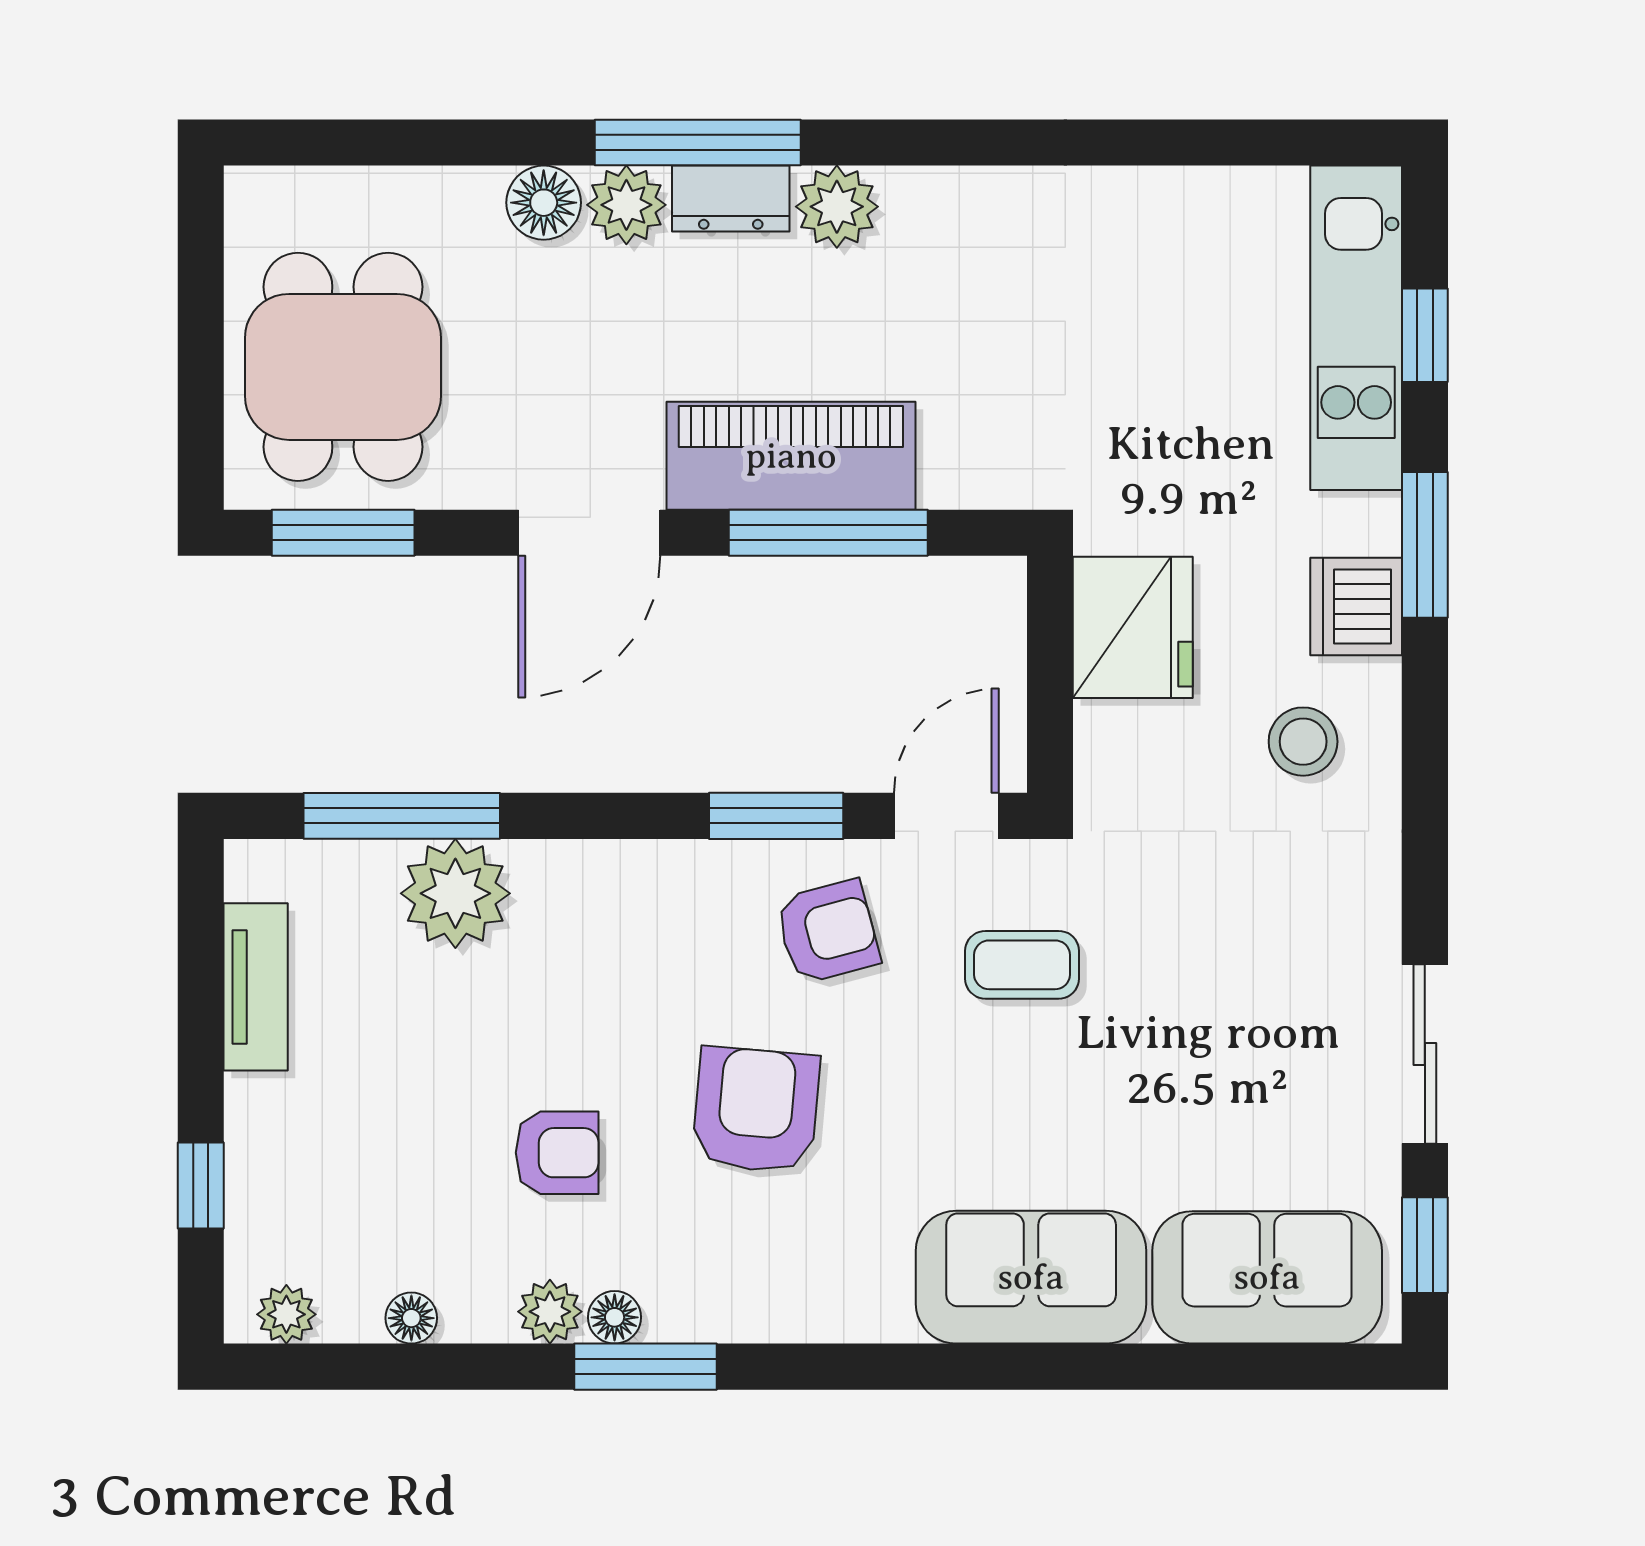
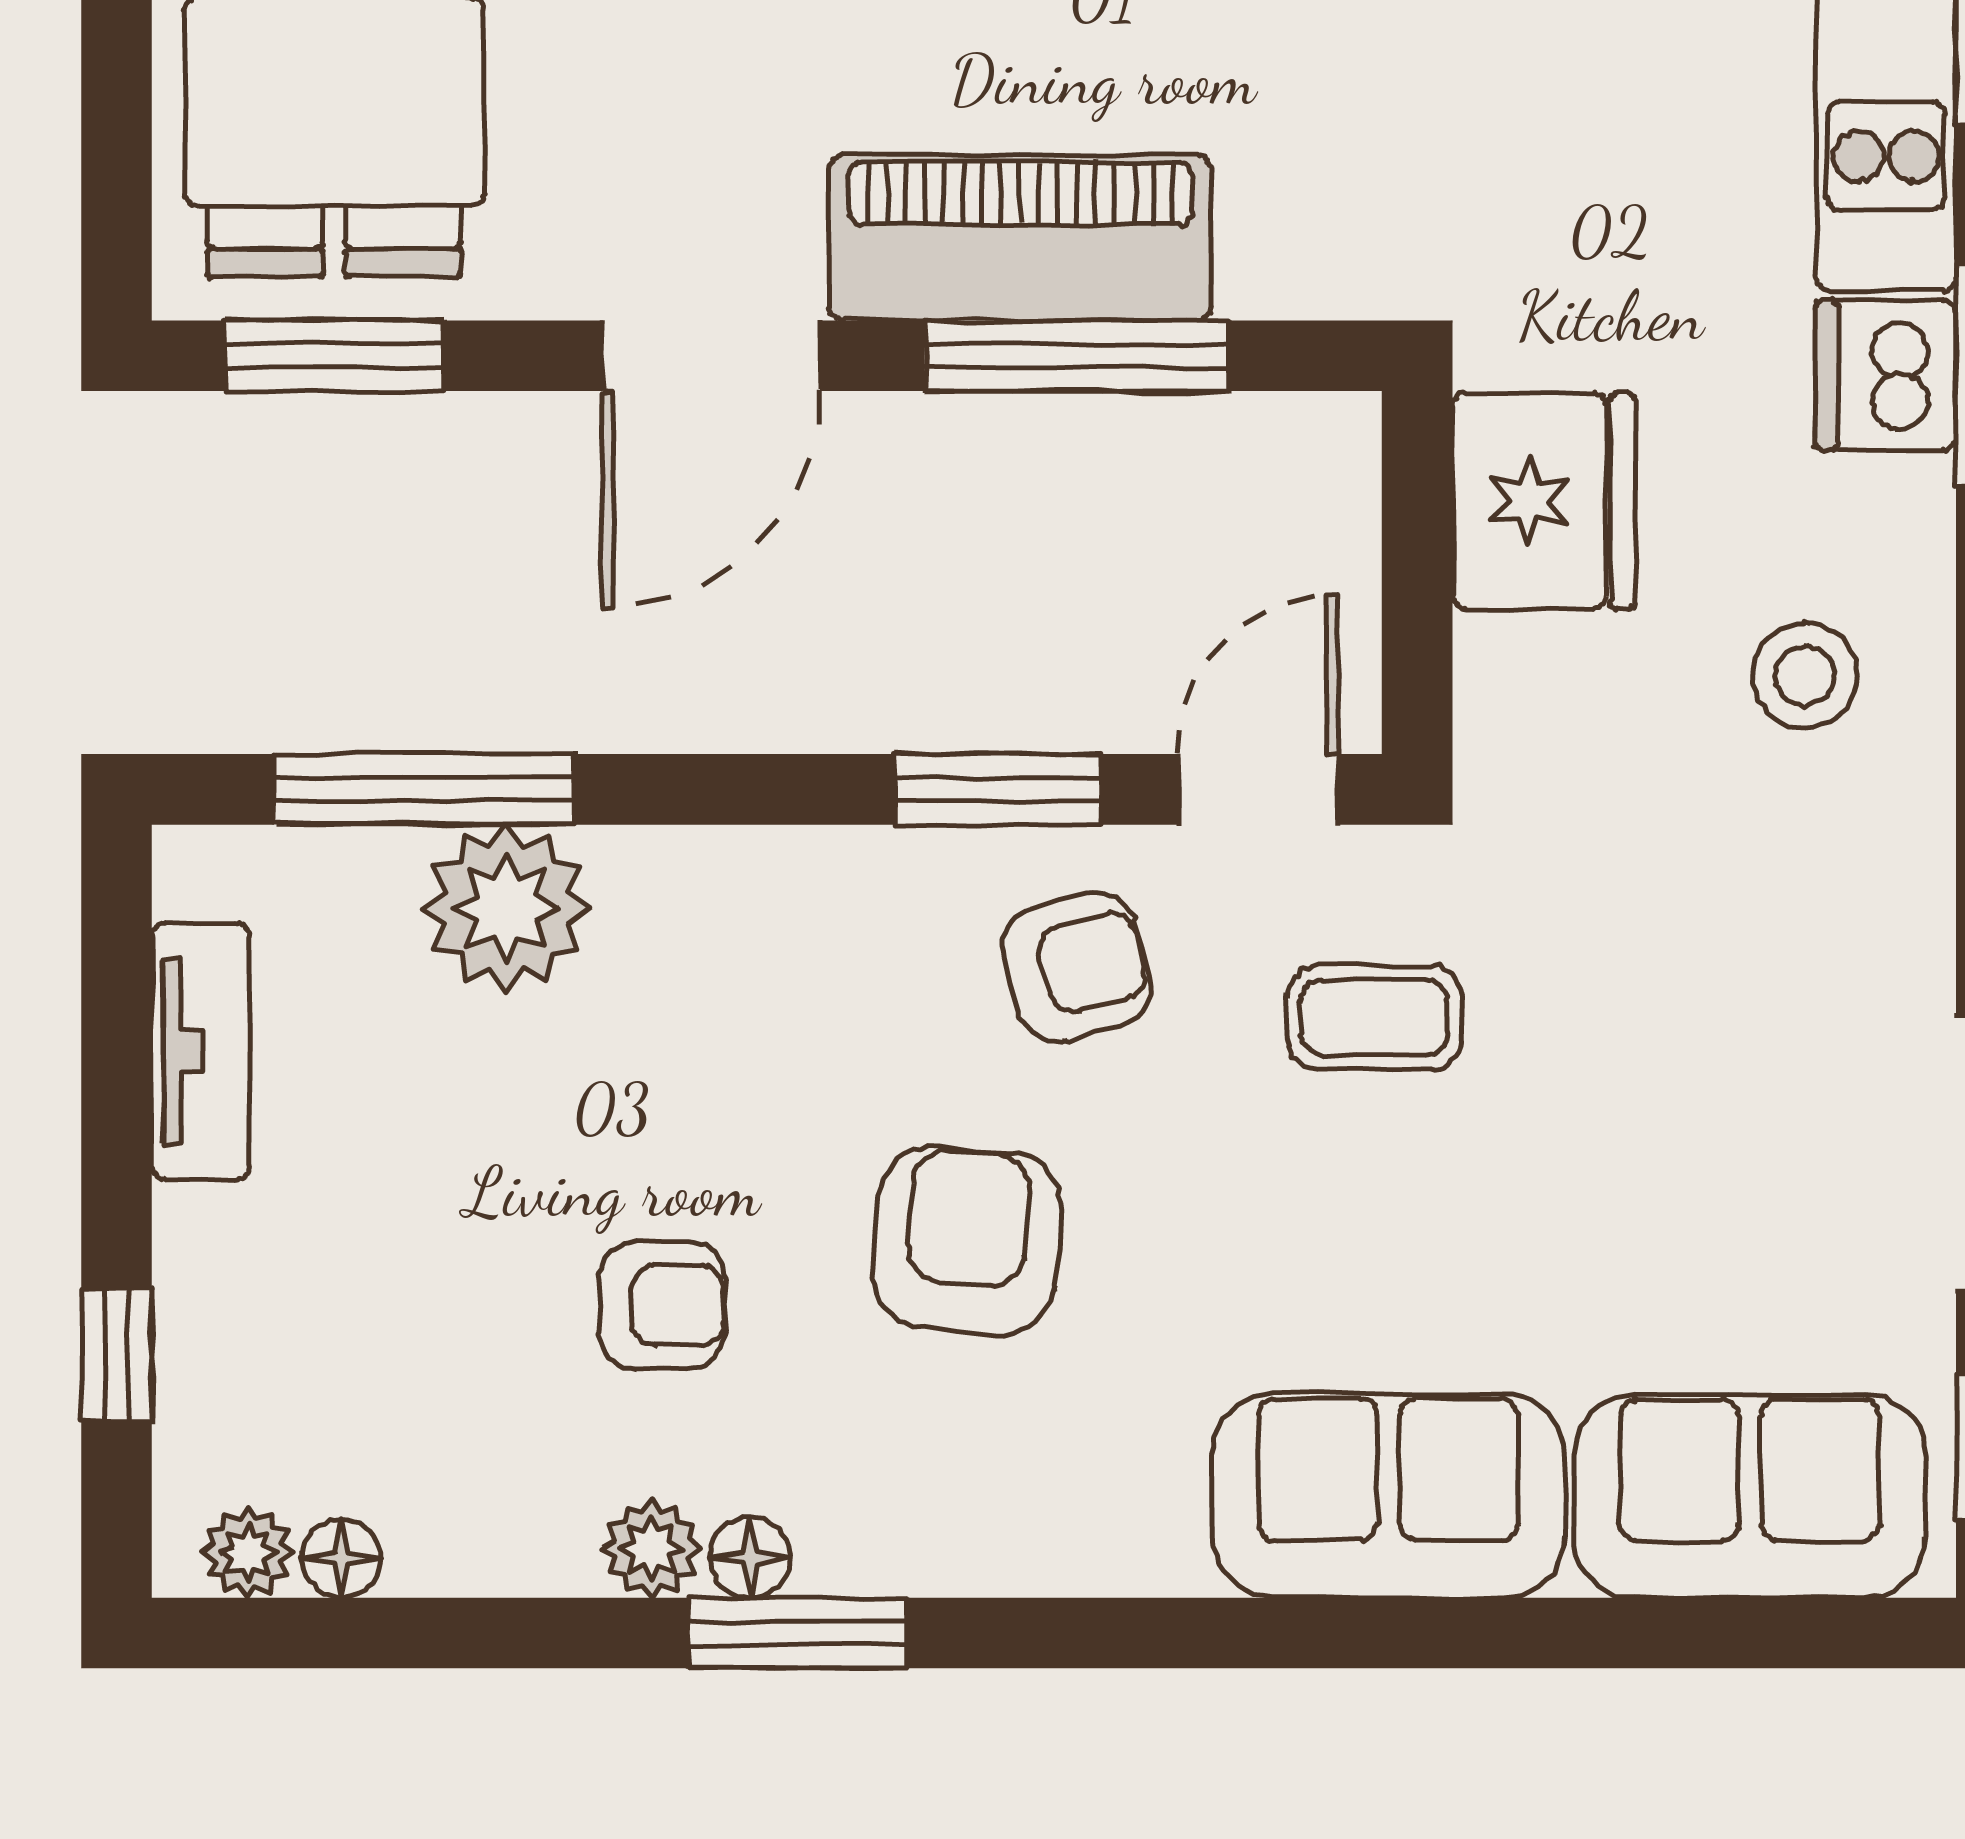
dishwasher: (1356, 606) -> (1886, 375), moved
floor lamp: (411, 1318) -> (341, 1559), moved

